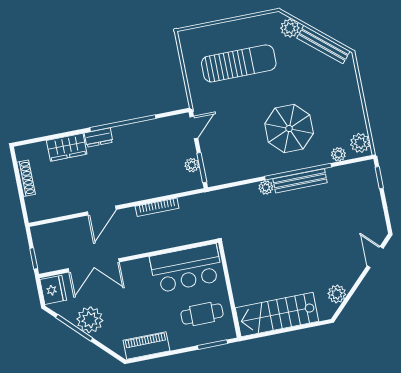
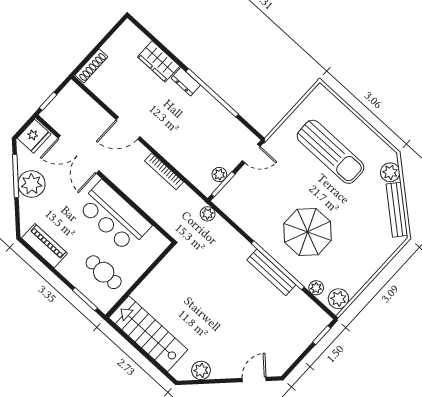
shoe rack: (26, 178) -> (91, 66), moved
plant: (266, 187) -> (208, 214), moved
bar counter: (186, 268) -> (114, 216), moved

